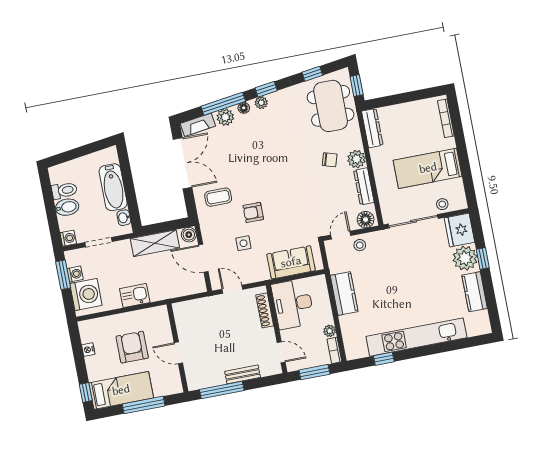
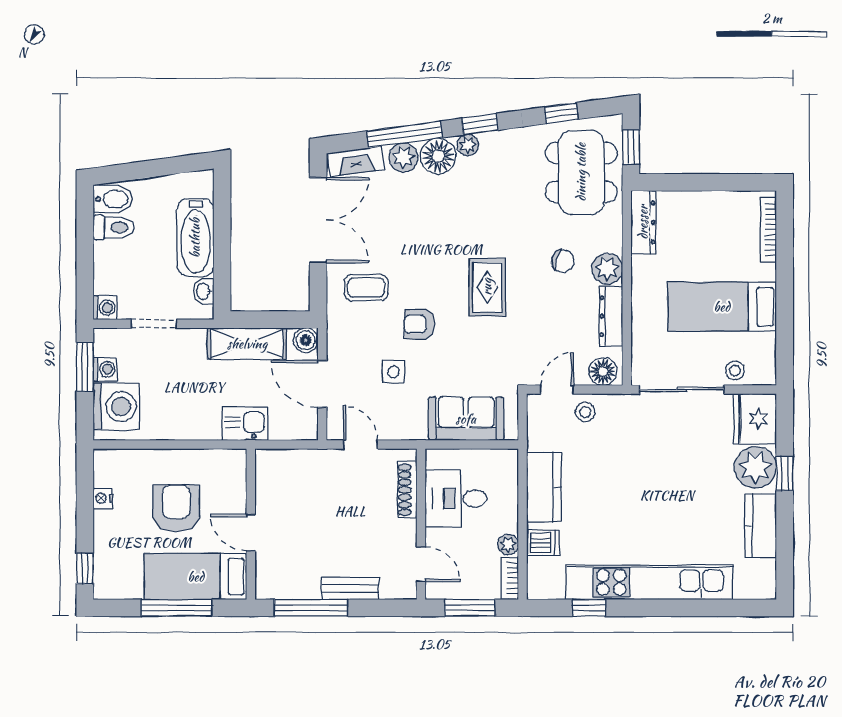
floor lamp: (244, 108) -> (438, 156), width x1.89, depth x1.89
rug: (289, 183) -> (487, 287), added
bidet: (67, 207) -> (113, 199), moved
kitchen sink: (135, 296) -> (245, 424), moved
desk: (293, 304) -> (456, 499), width x0.73
dishwasher: (350, 326) -> (543, 543), added
bed: (121, 390) -> (196, 577), moved, turned 180

